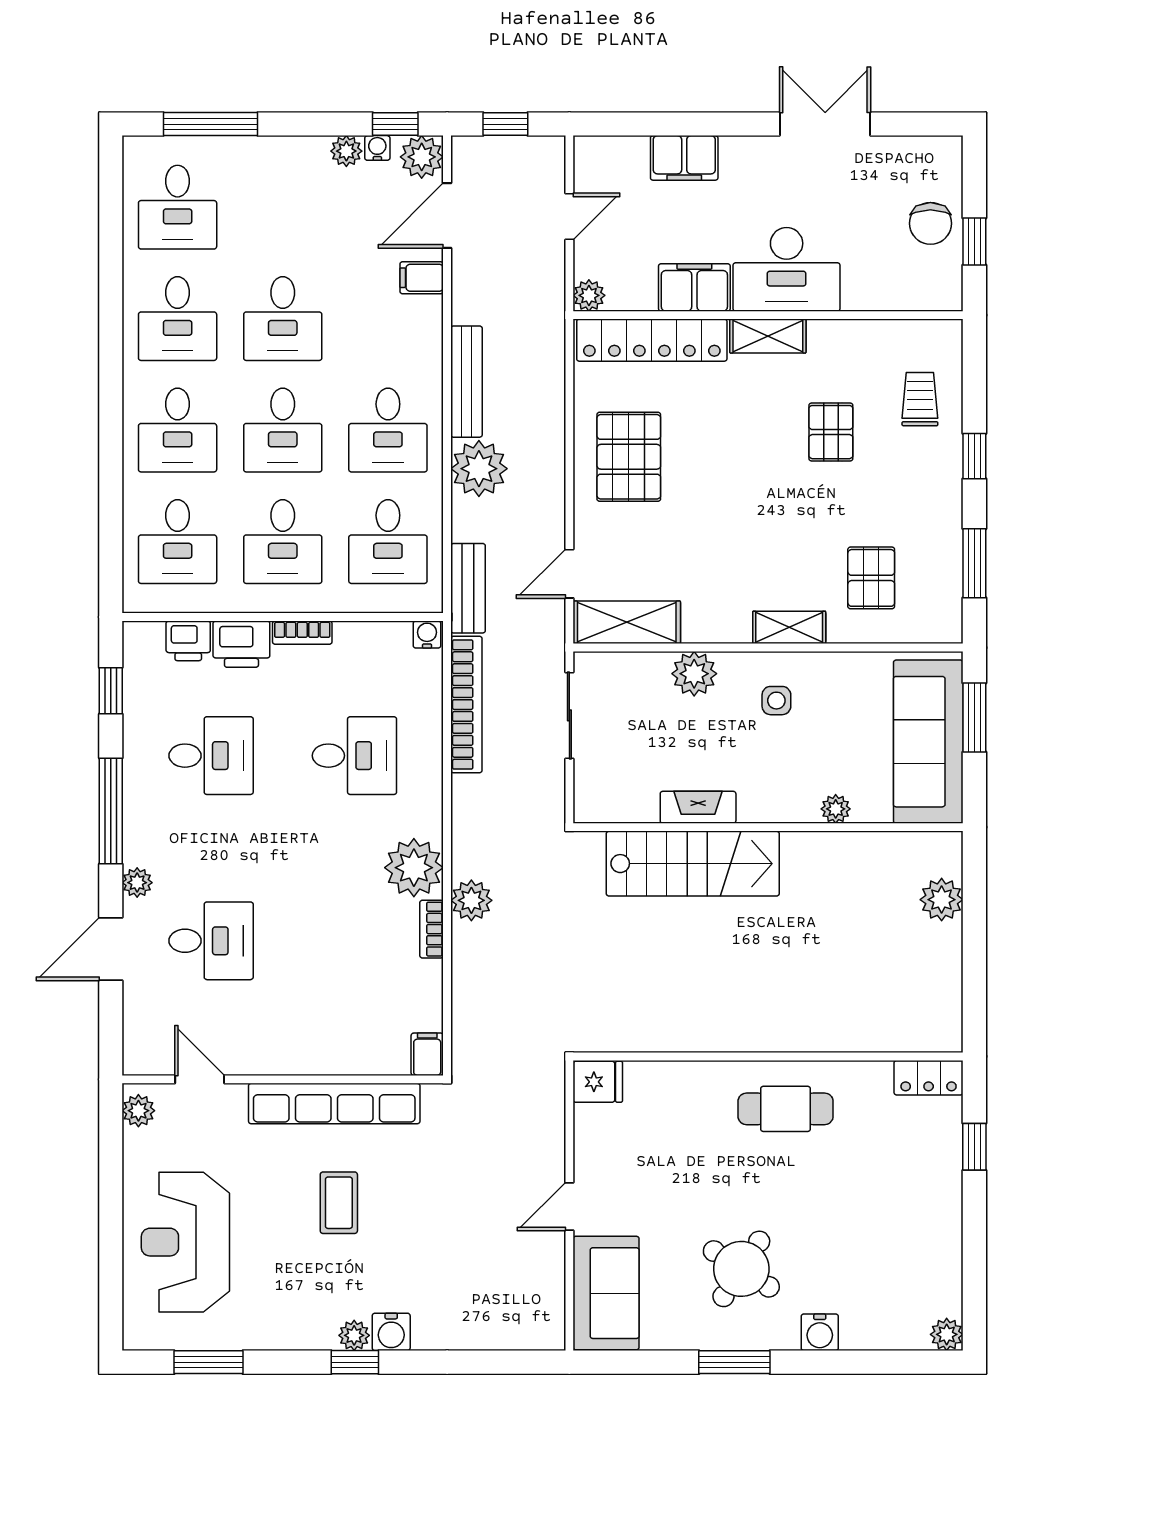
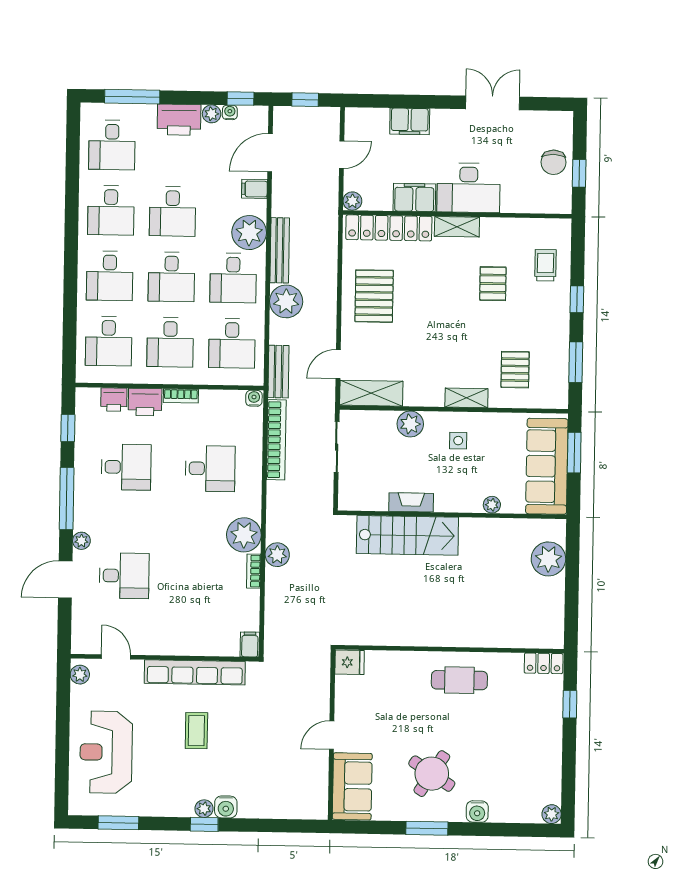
plant: (422, 157) -> (249, 233), moved, width x1.36, depth x1.36
printer: (291, 162) -> (179, 120), added
plant: (942, 900) -> (548, 559), width x1.36, depth x1.36

